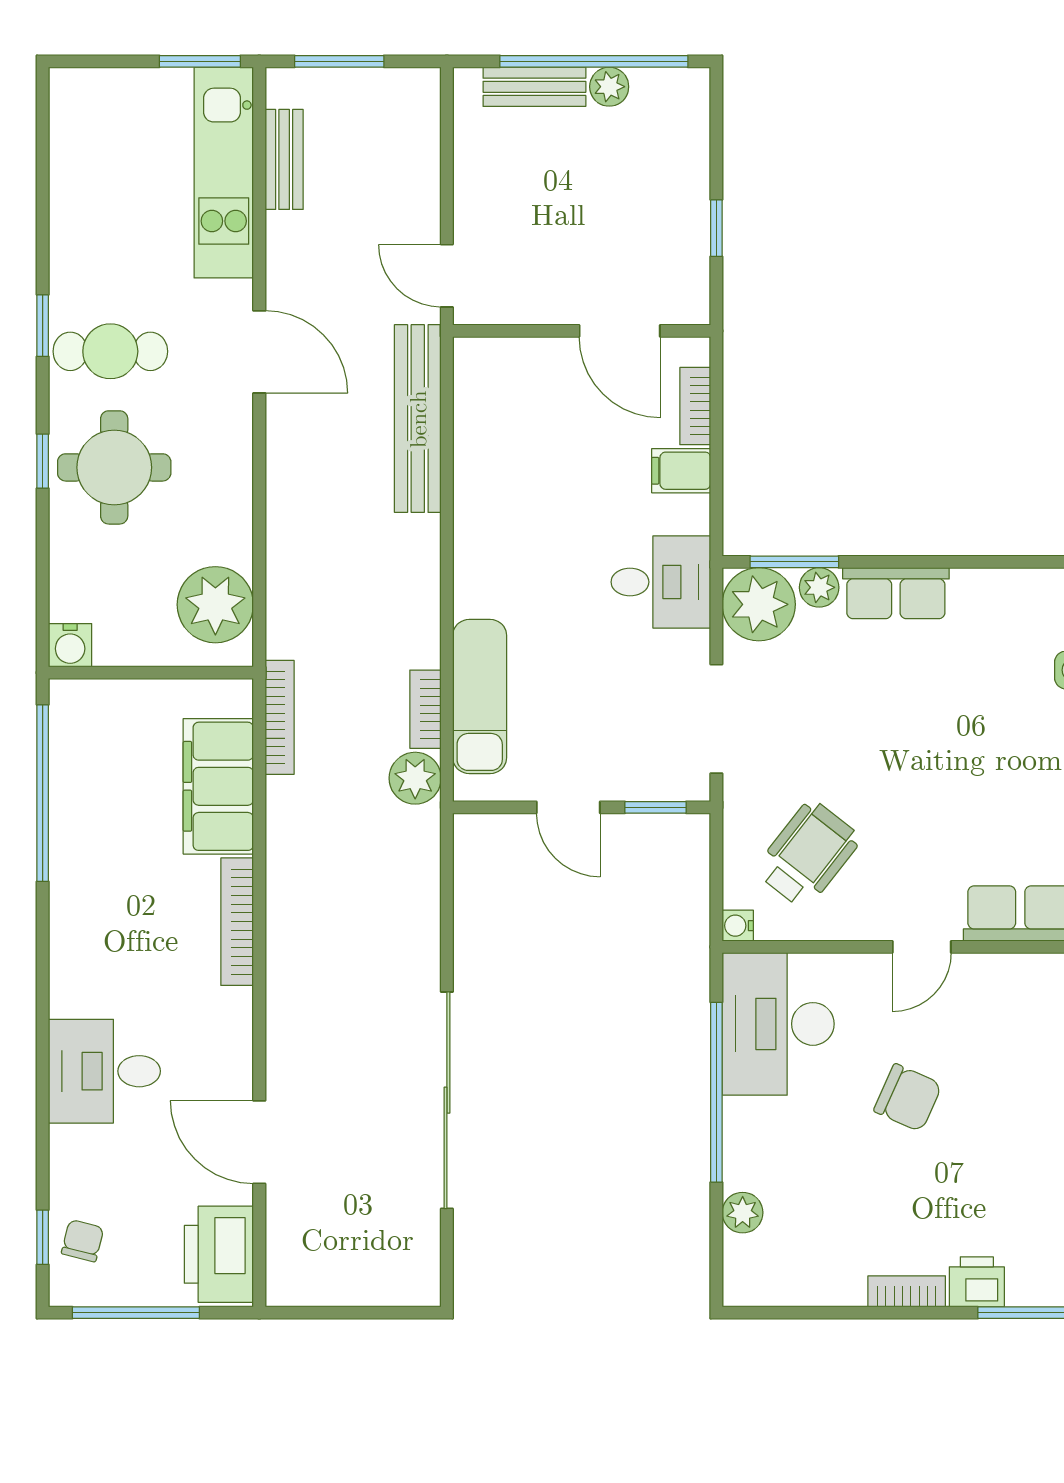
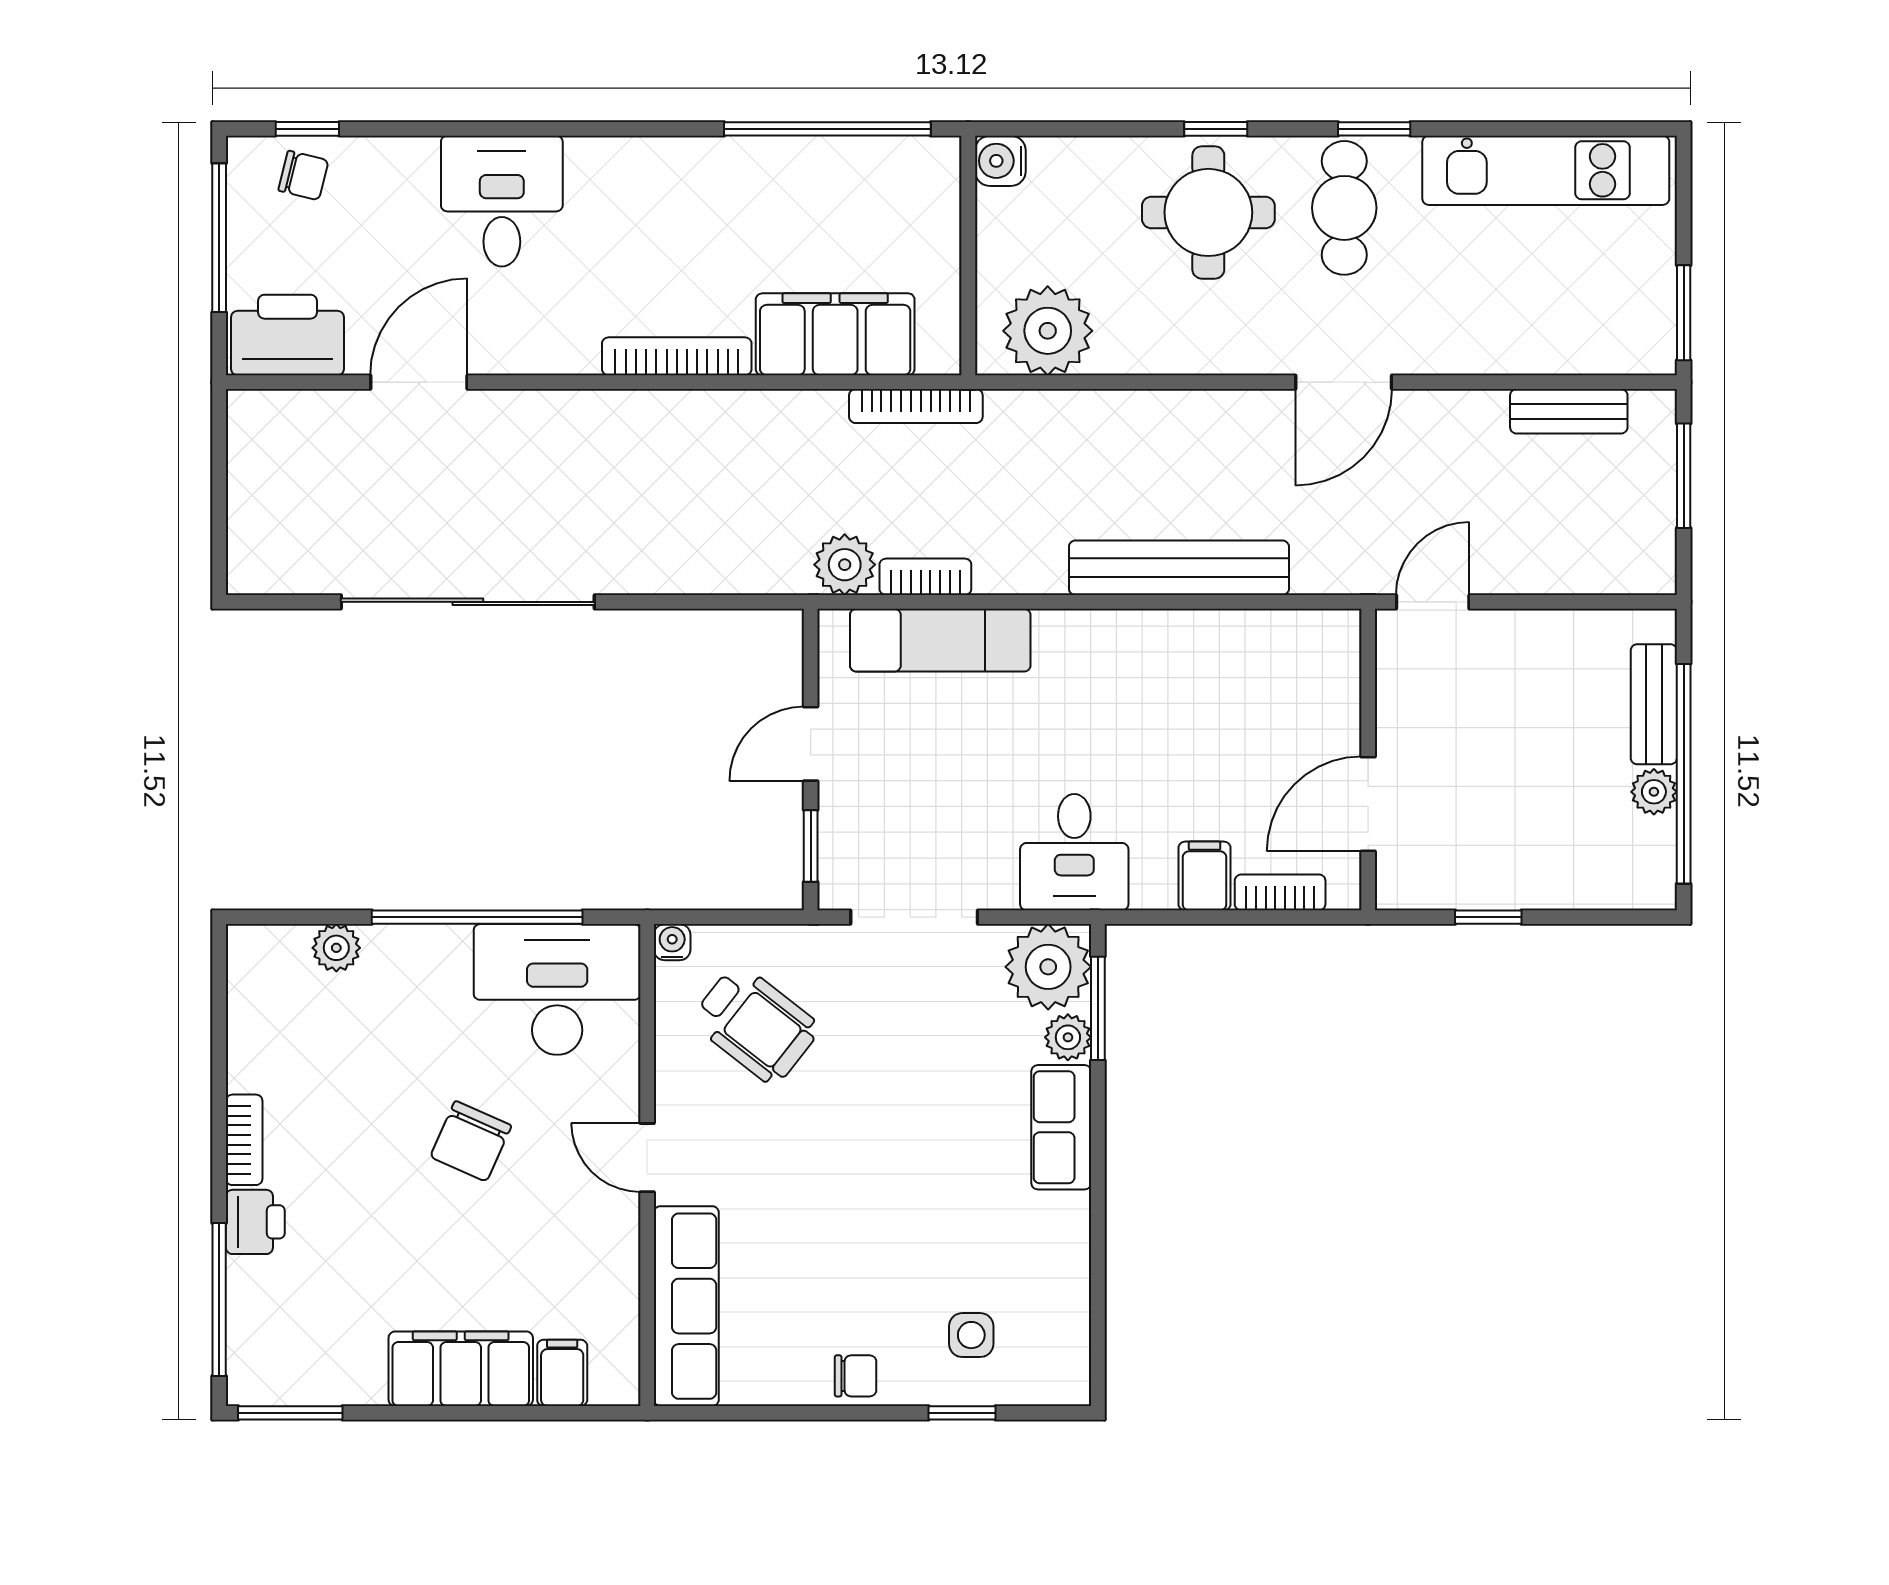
kitchen unit: (224, 173) -> (1546, 170), moved, turned 180
bench: (418, 419) -> (1179, 568), moved

